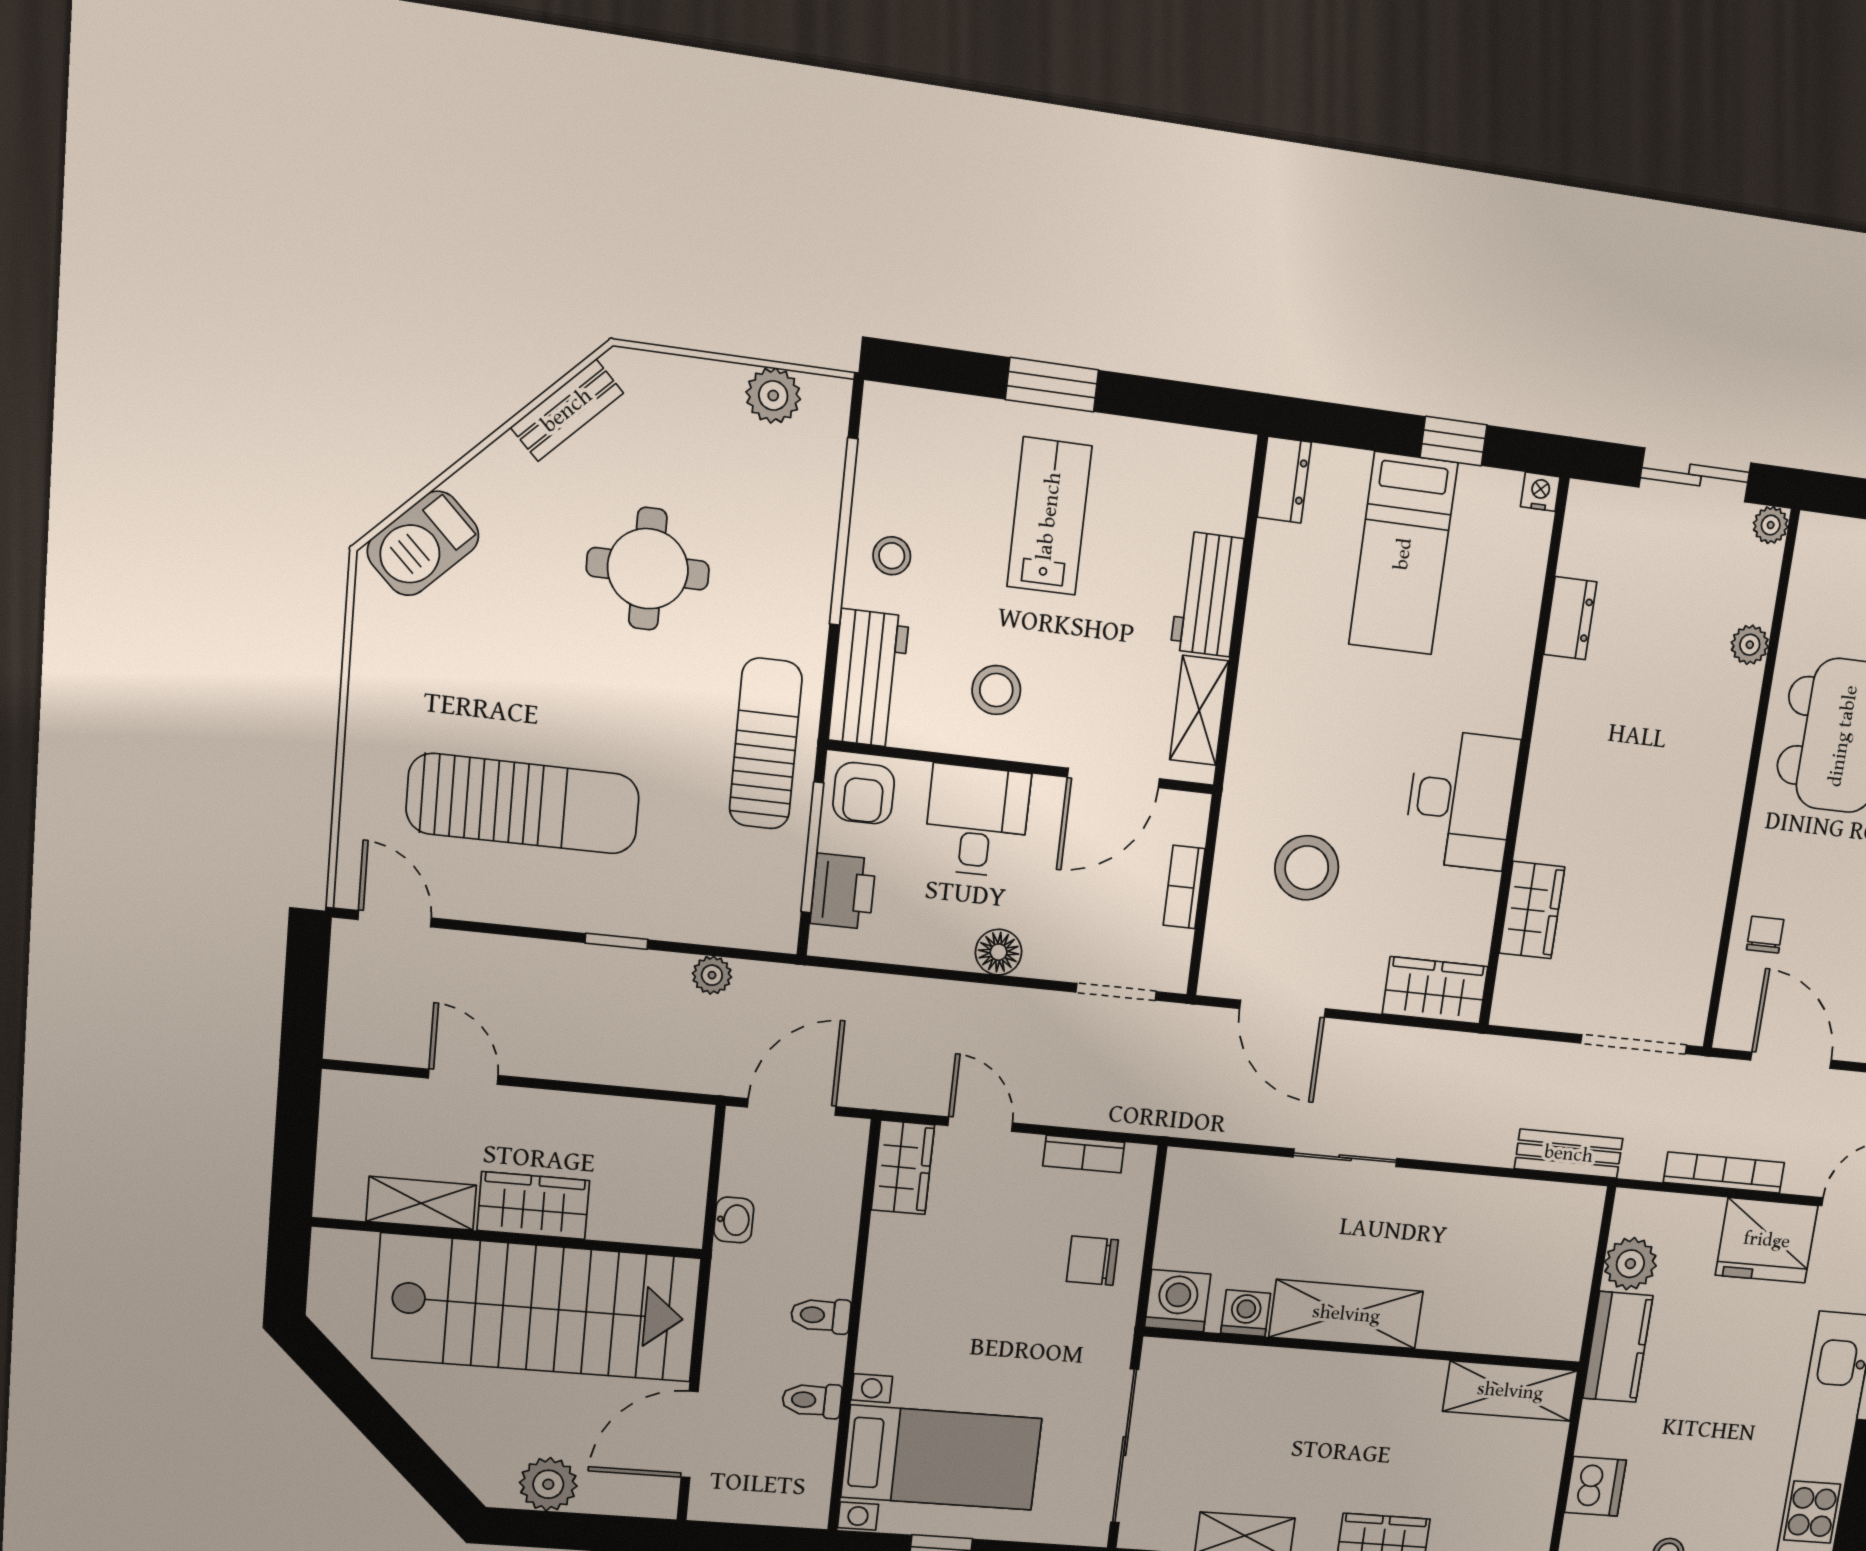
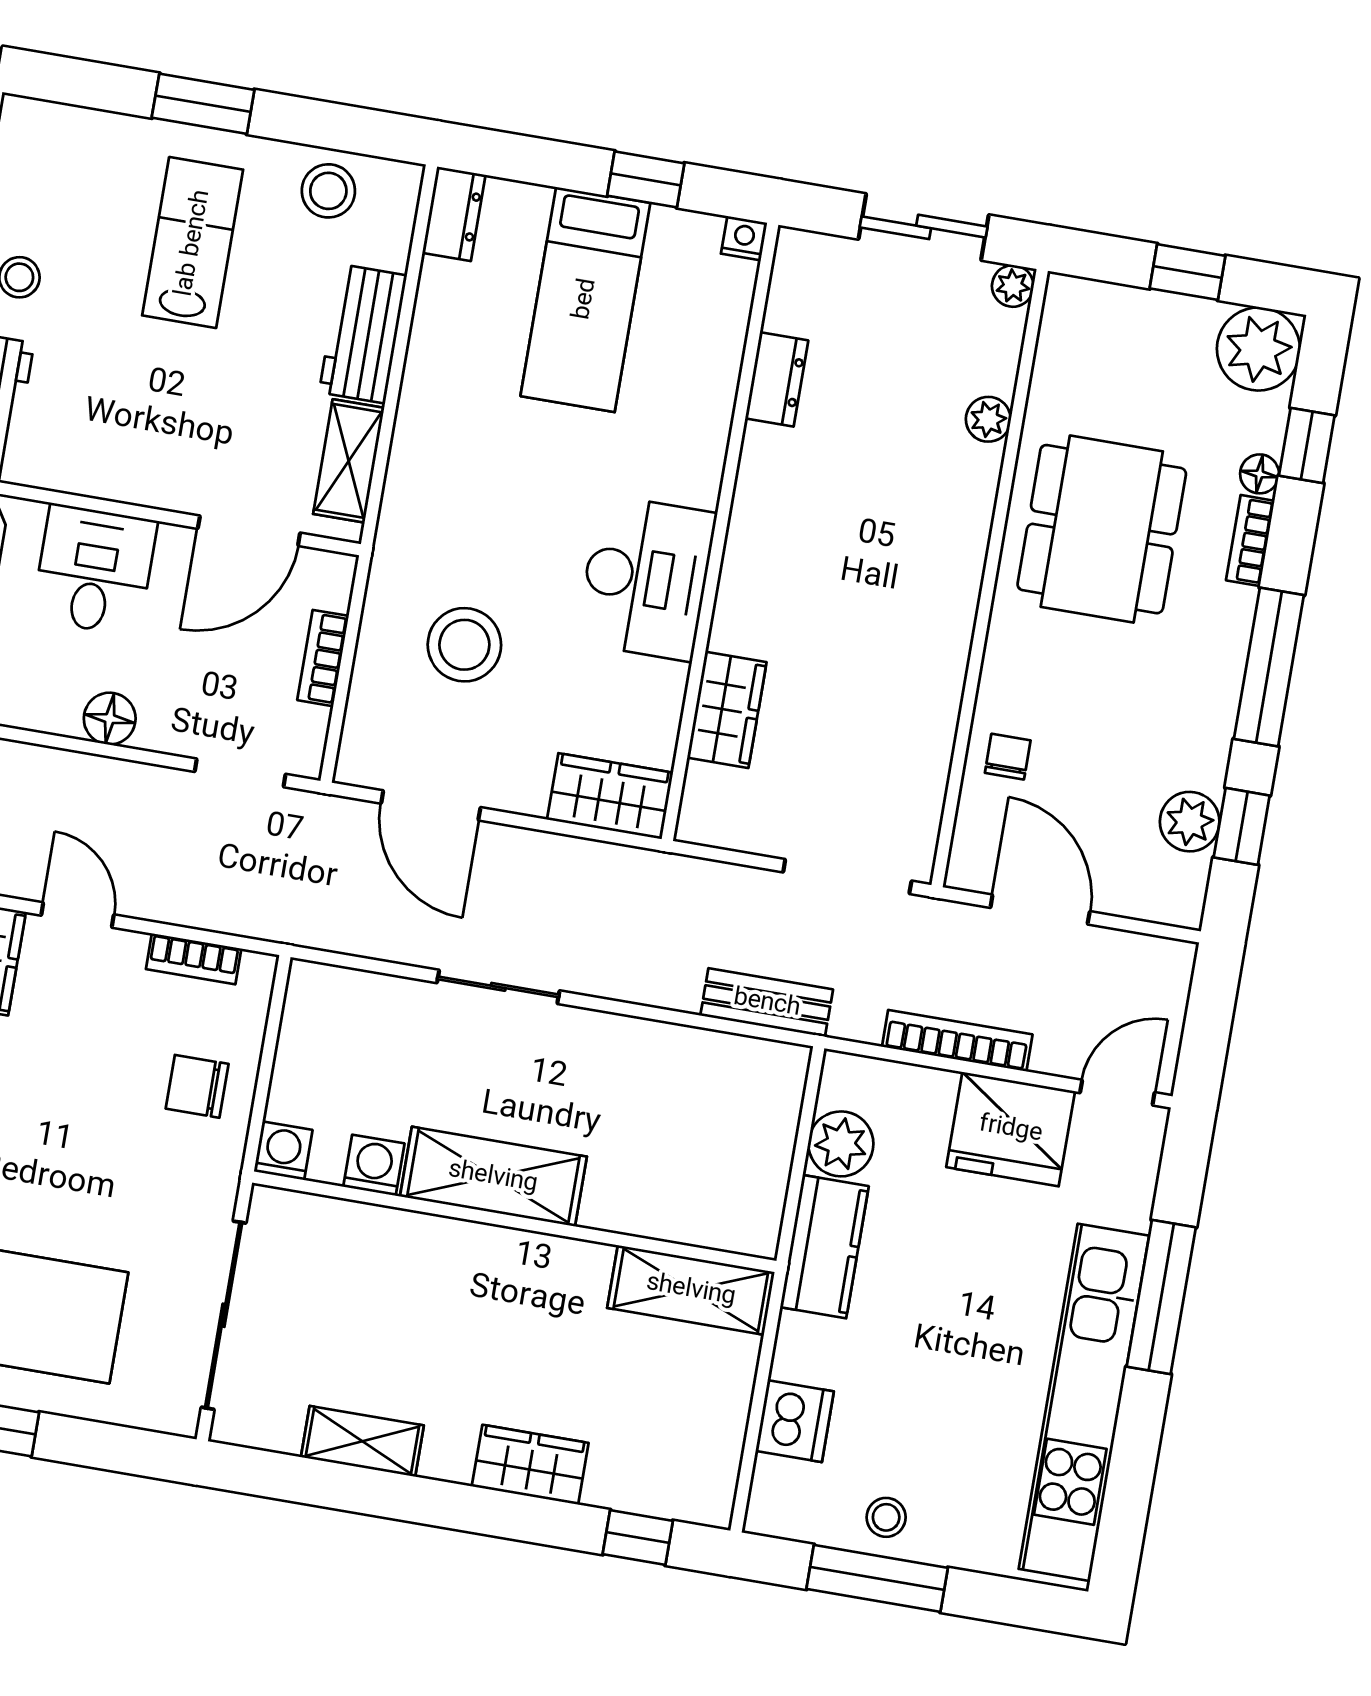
stool: (996, 690) -> (328, 191), moved
washing machine: (1178, 1301) -> (283, 1151), width x0.73, depth x0.73

